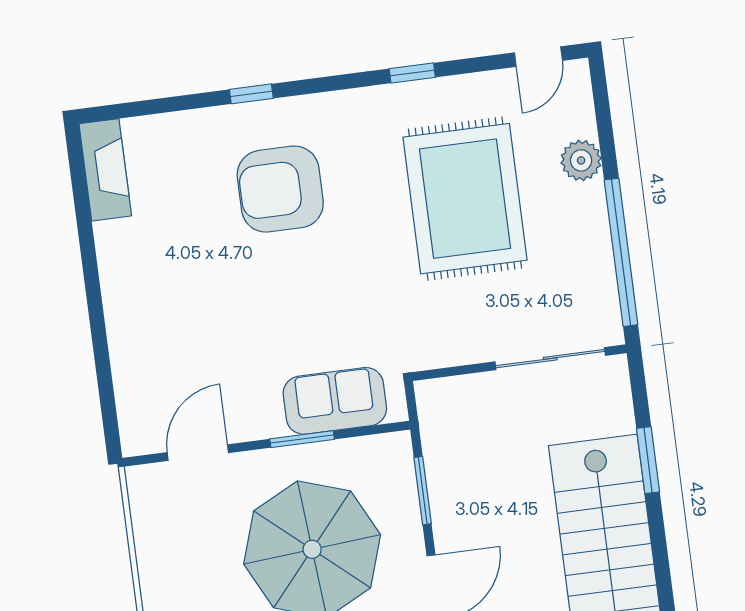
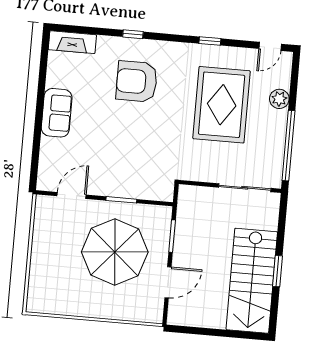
fireplace: (105, 170) -> (72, 42), moved, turned 90
sofa: (335, 401) -> (57, 113), moved, turned 90
window: (648, 460) -> (278, 271), moved

